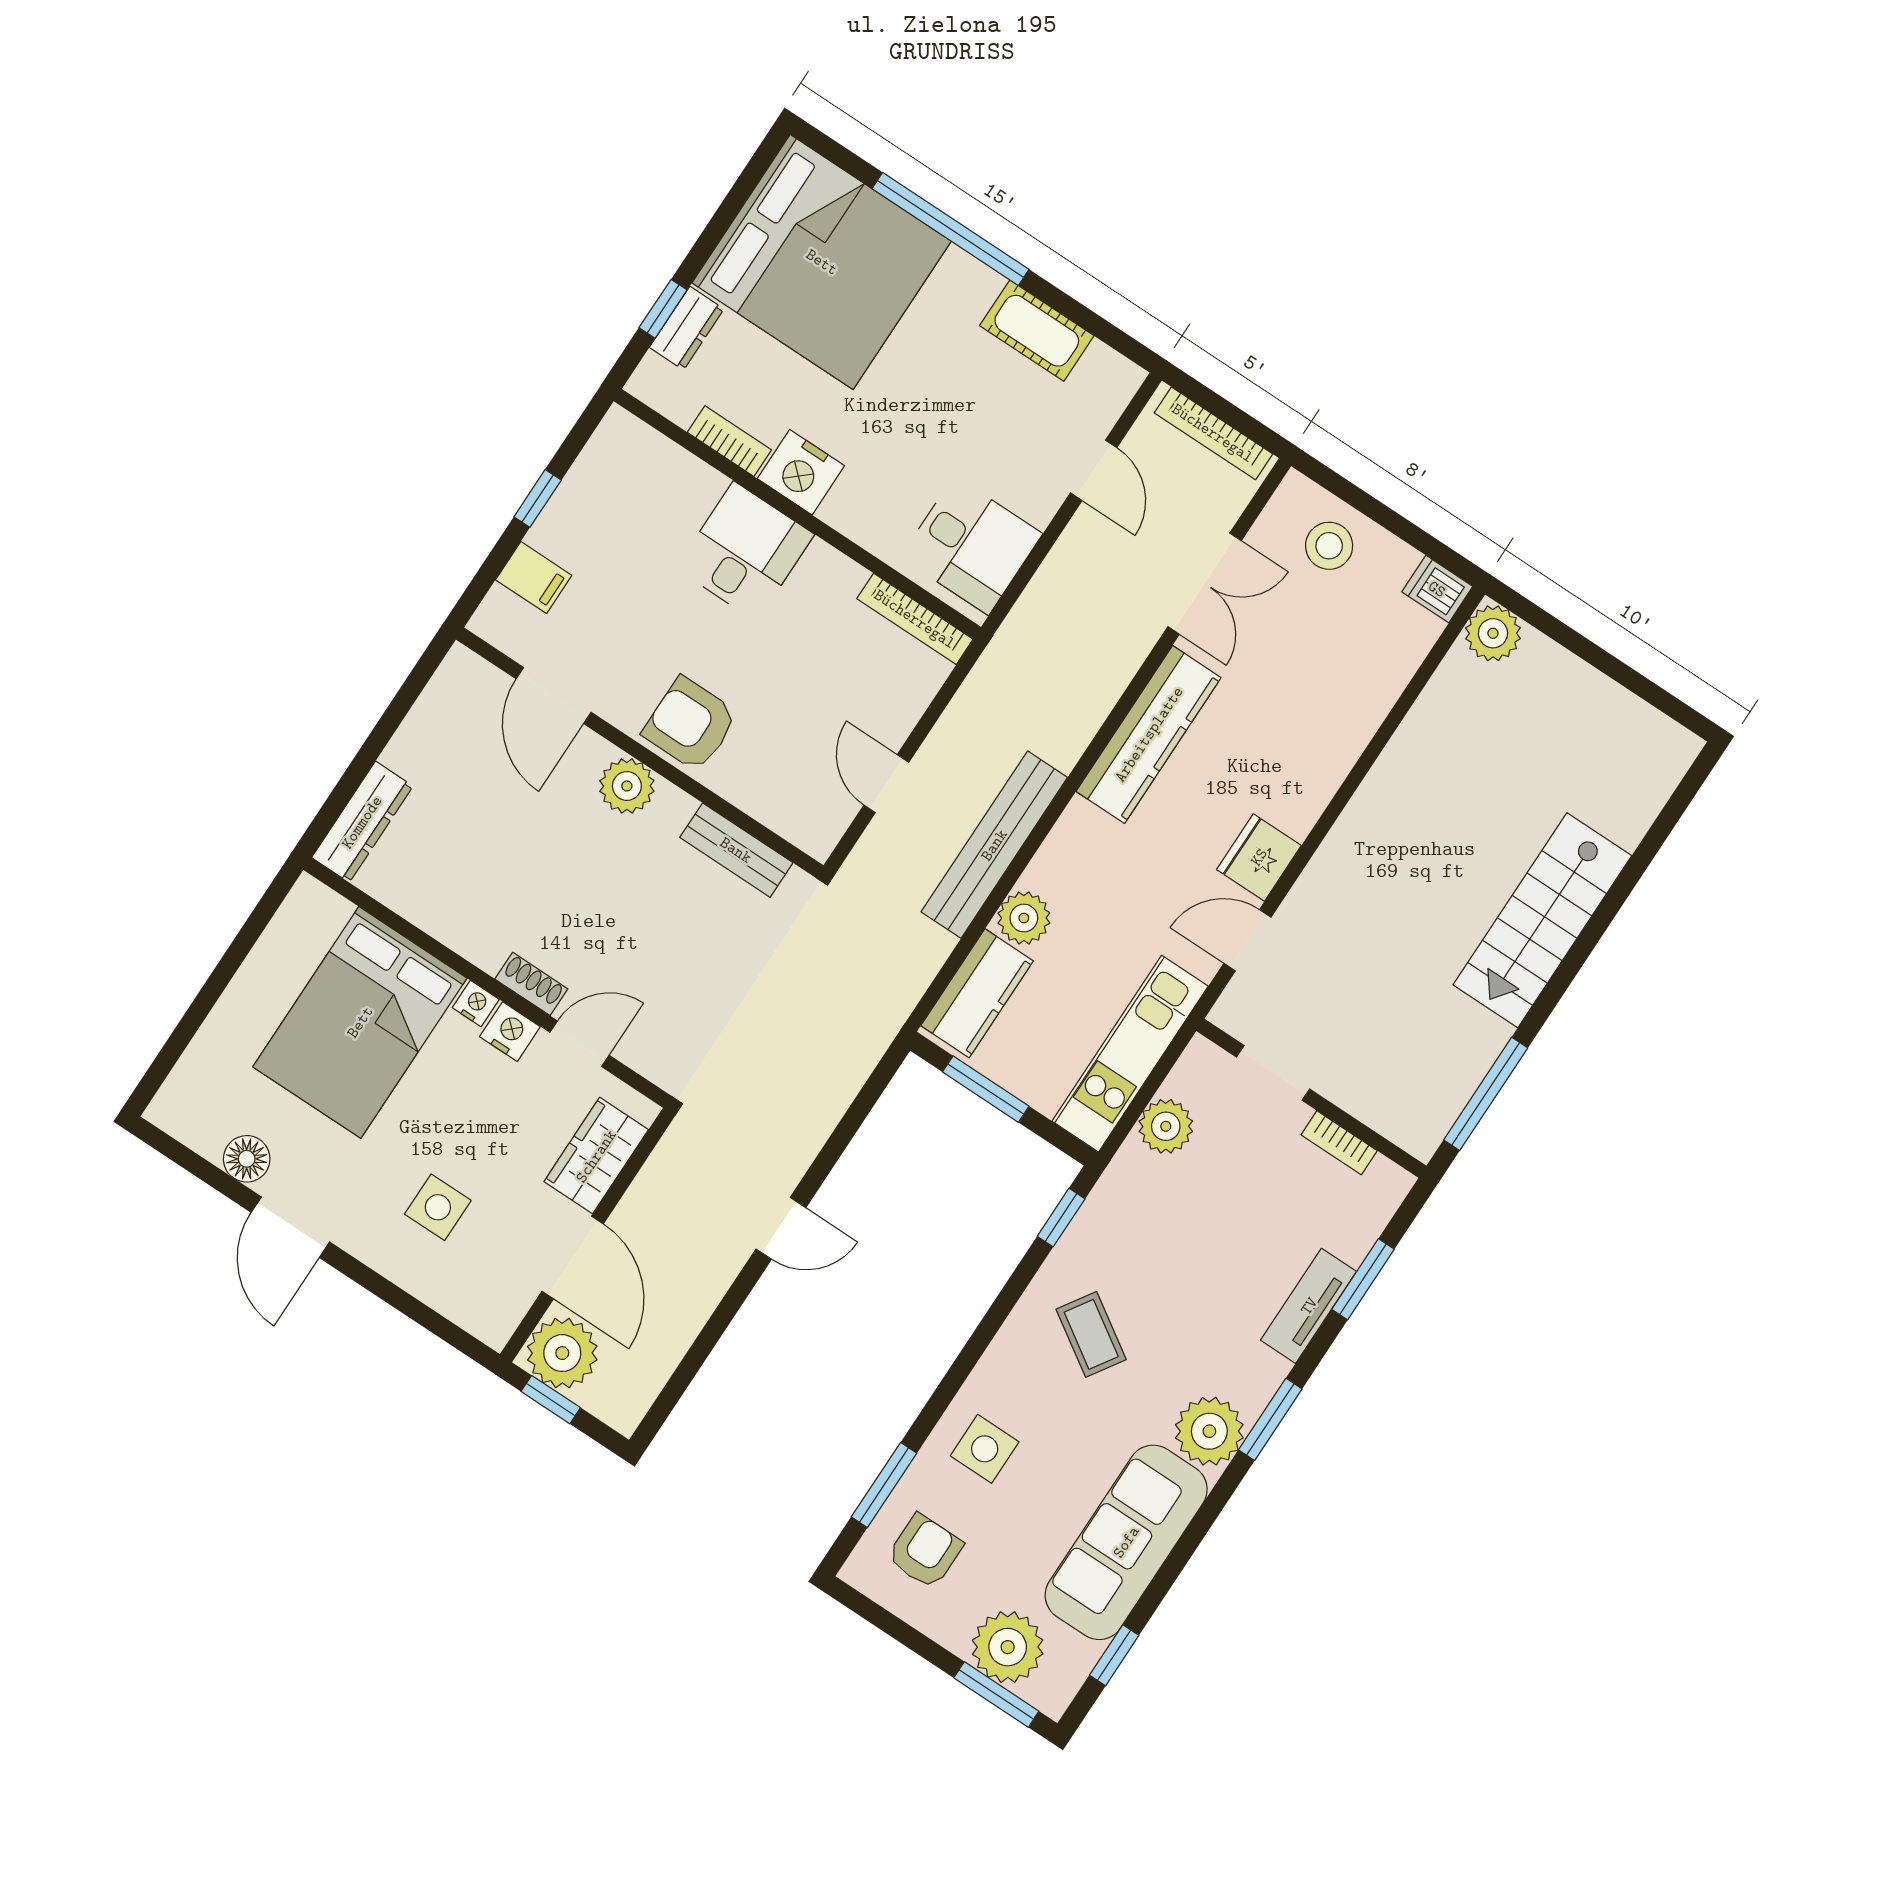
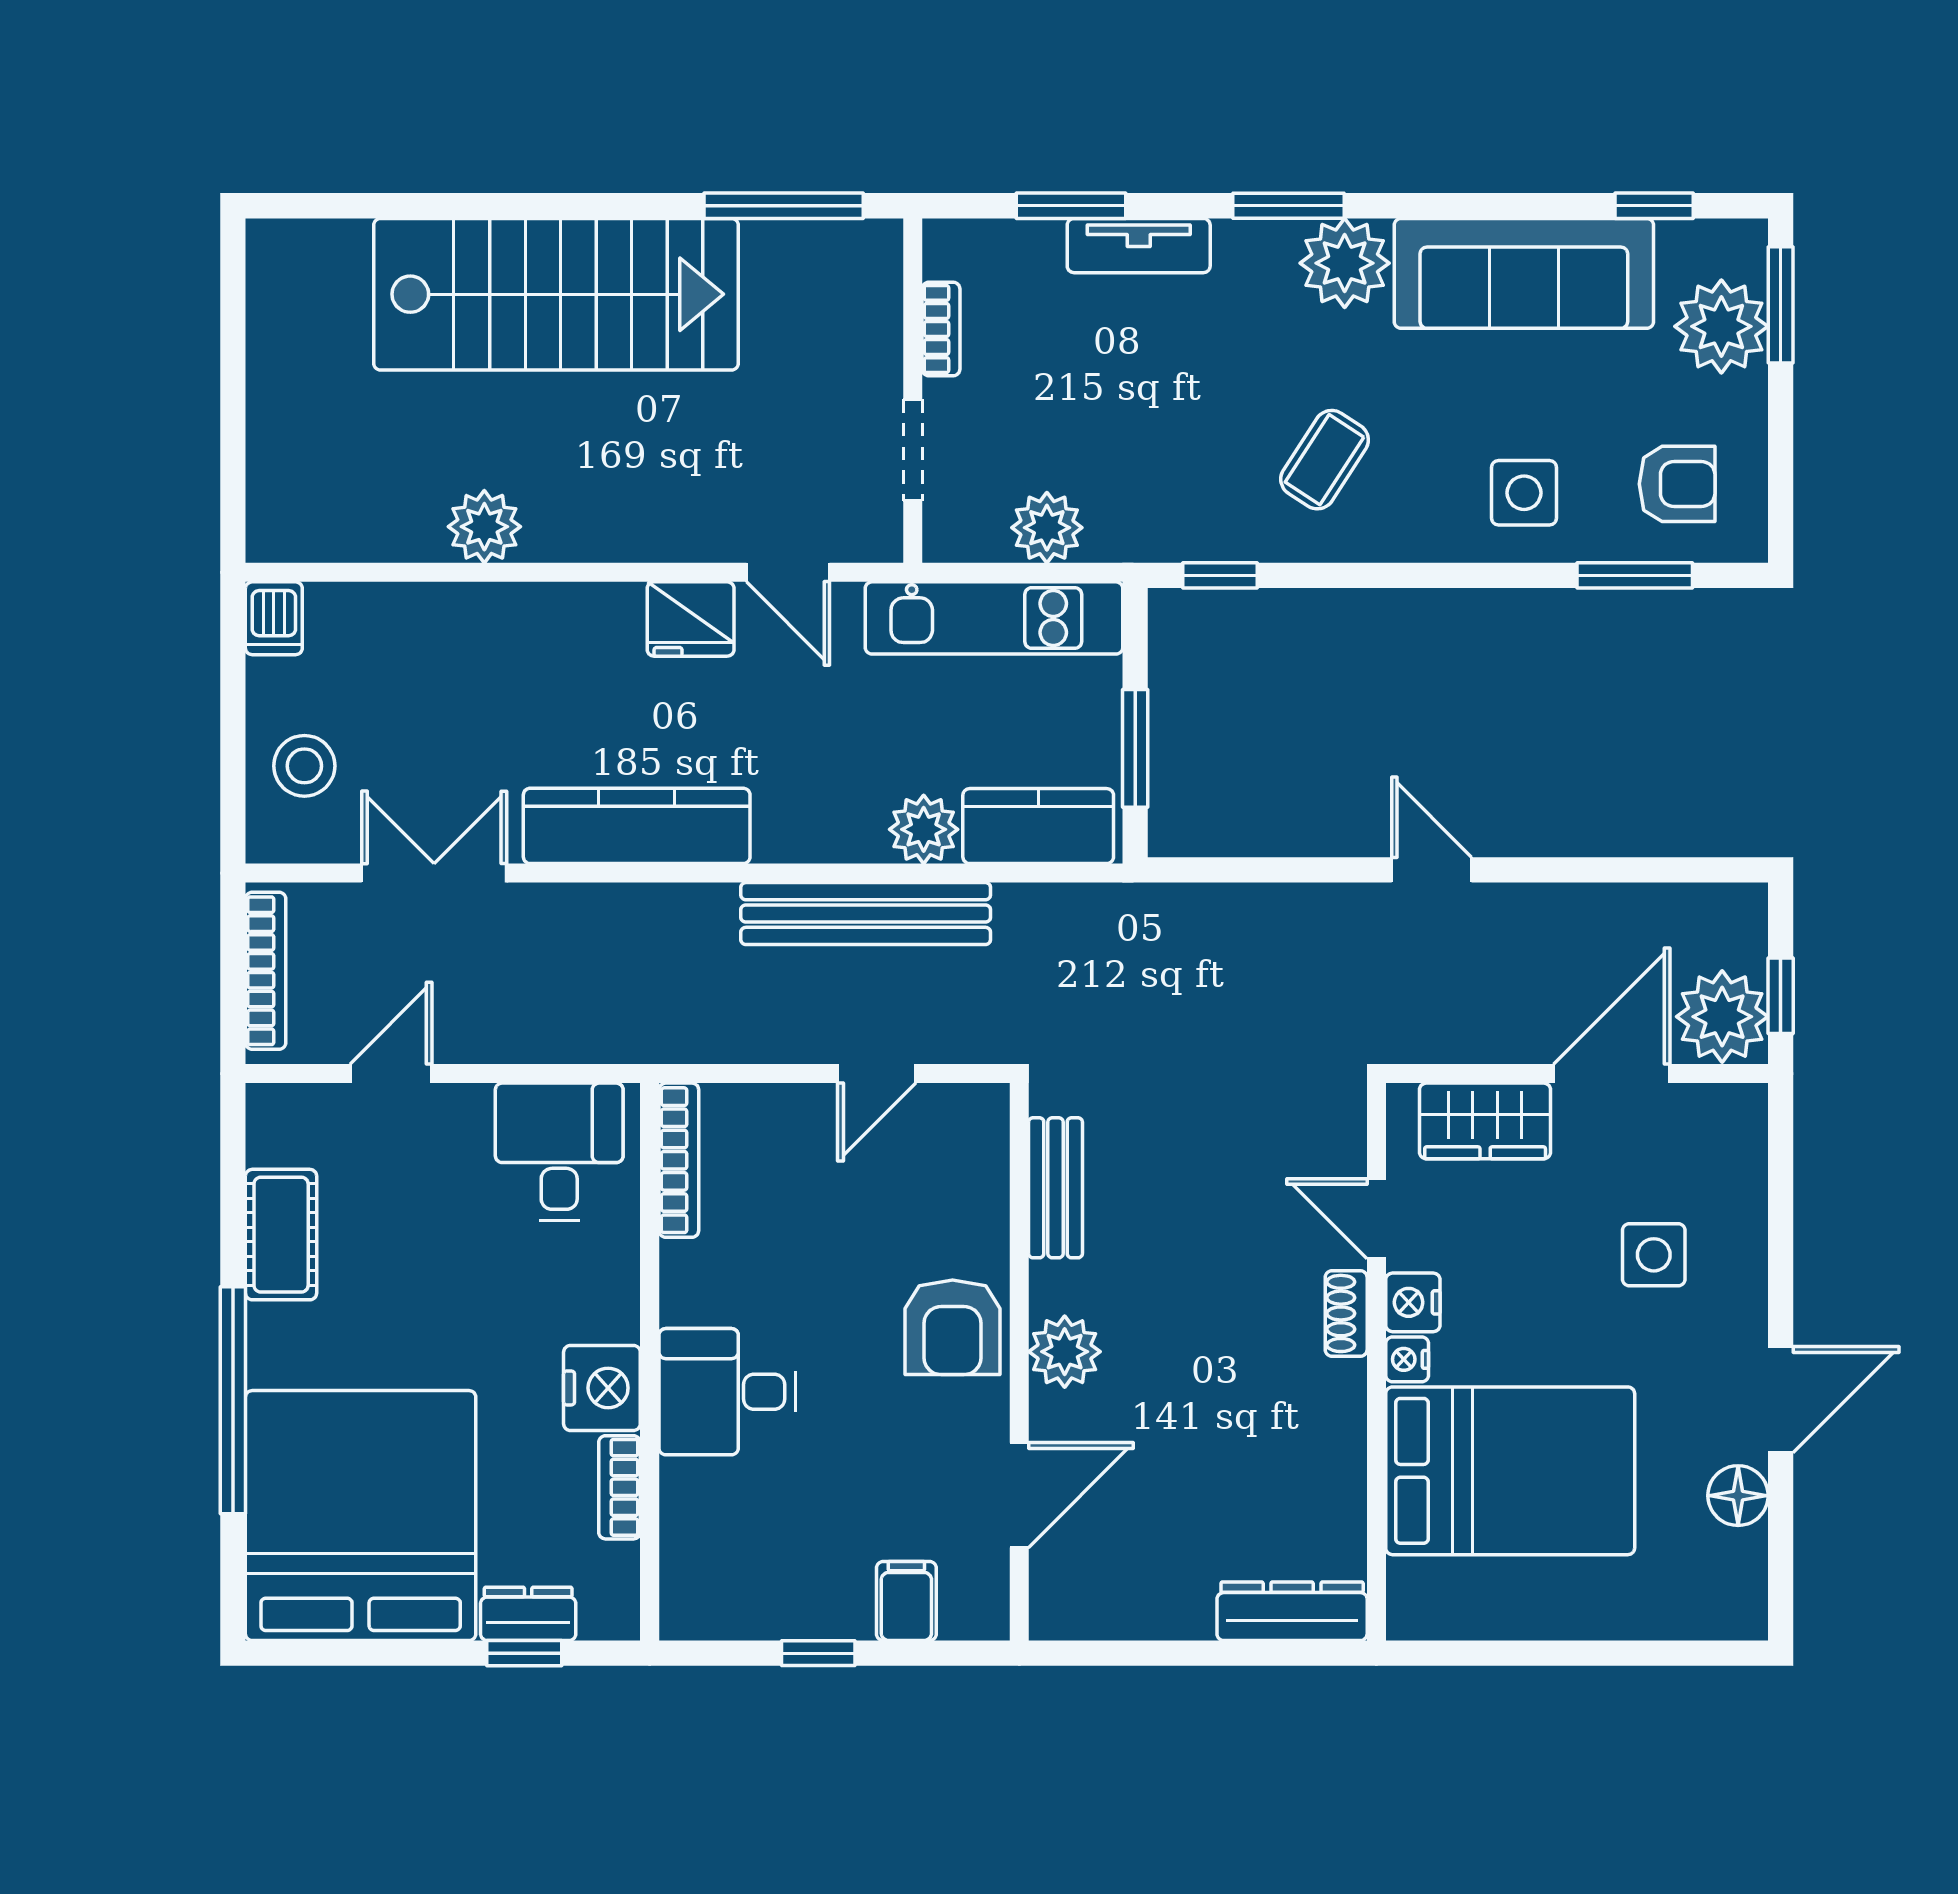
plant: (1493, 633) -> (484, 527), moved
stairs: (1542, 920) -> (556, 294), width x1.36, depth x1.51
armchair: (925, 1551) -> (1677, 484), turned 180

